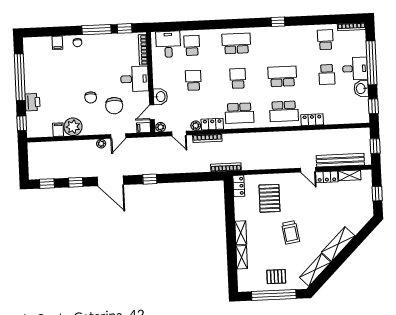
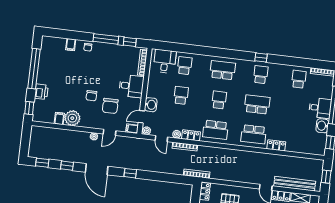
school desk: (327, 74) -> (261, 75), moved, turned 180

